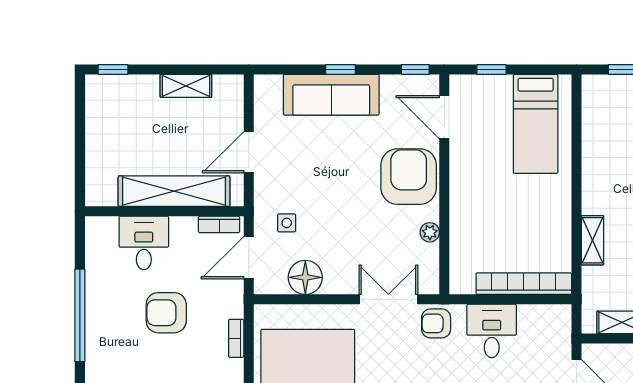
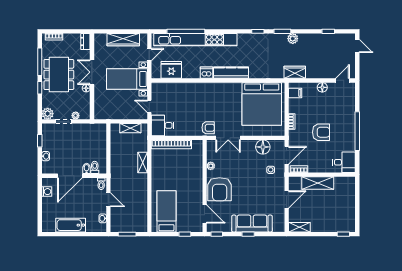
shelving: (186, 86) -> (299, 227), moved
shelving: (174, 191) -> (318, 183), width x0.68
desk: (144, 243) -> (344, 162), moved, turned -90
desk: (492, 331) -> (163, 125), moved, turned 90

